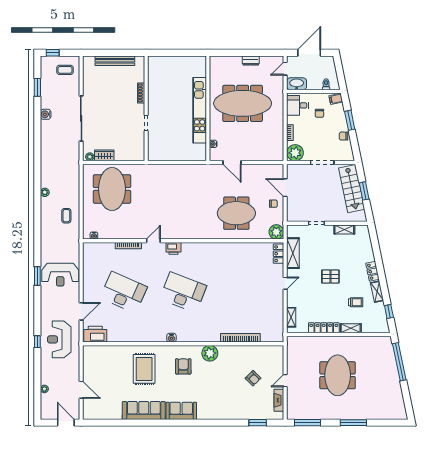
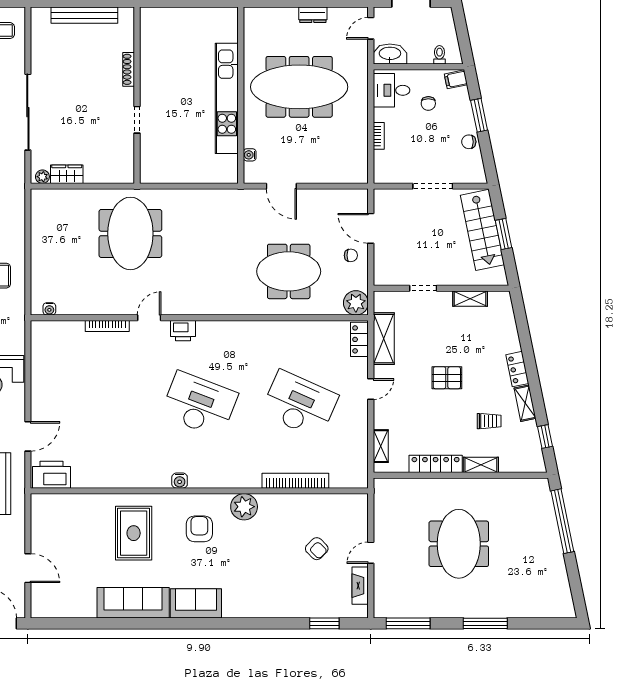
plant: (295, 153) -> (387, 170), removed
meeting table: (112, 189) -> (130, 233), moved
desk: (124, 292) -> (299, 404), moved

